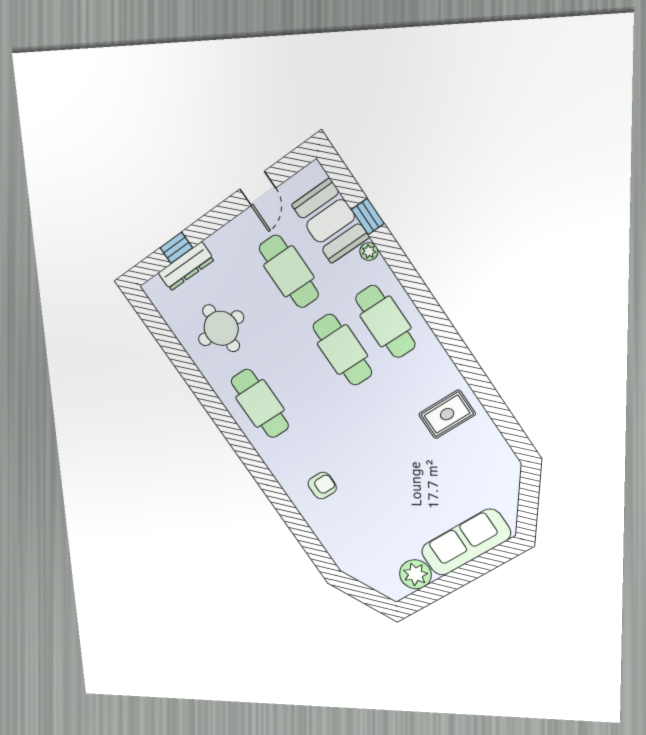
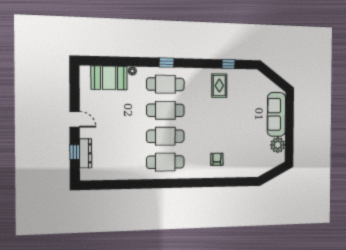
door: (258, 188) -> (75, 119), moved
window: (368, 217) -> (167, 63), moved
cafe table: (289, 271) -> (165, 136), moved
round table: (221, 328) -> (122, 157), removed
window: (495, 407) -> (228, 64), added

